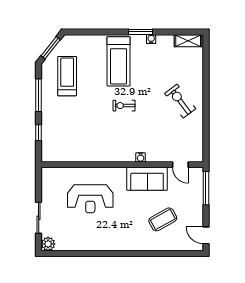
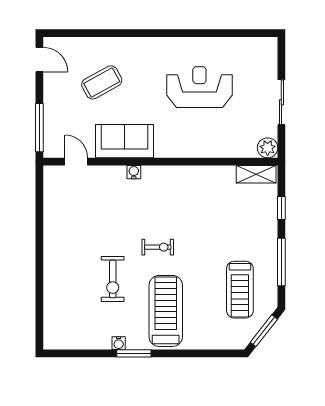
shelving: (188, 41) -> (256, 174), moved
exercise bike: (180, 101) -> (113, 279), moved, turned 37
reception desk: (90, 199) -> (199, 87), moved
sliding door: (39, 218) -> (281, 102), moved
plant: (48, 244) -> (268, 148), moved

